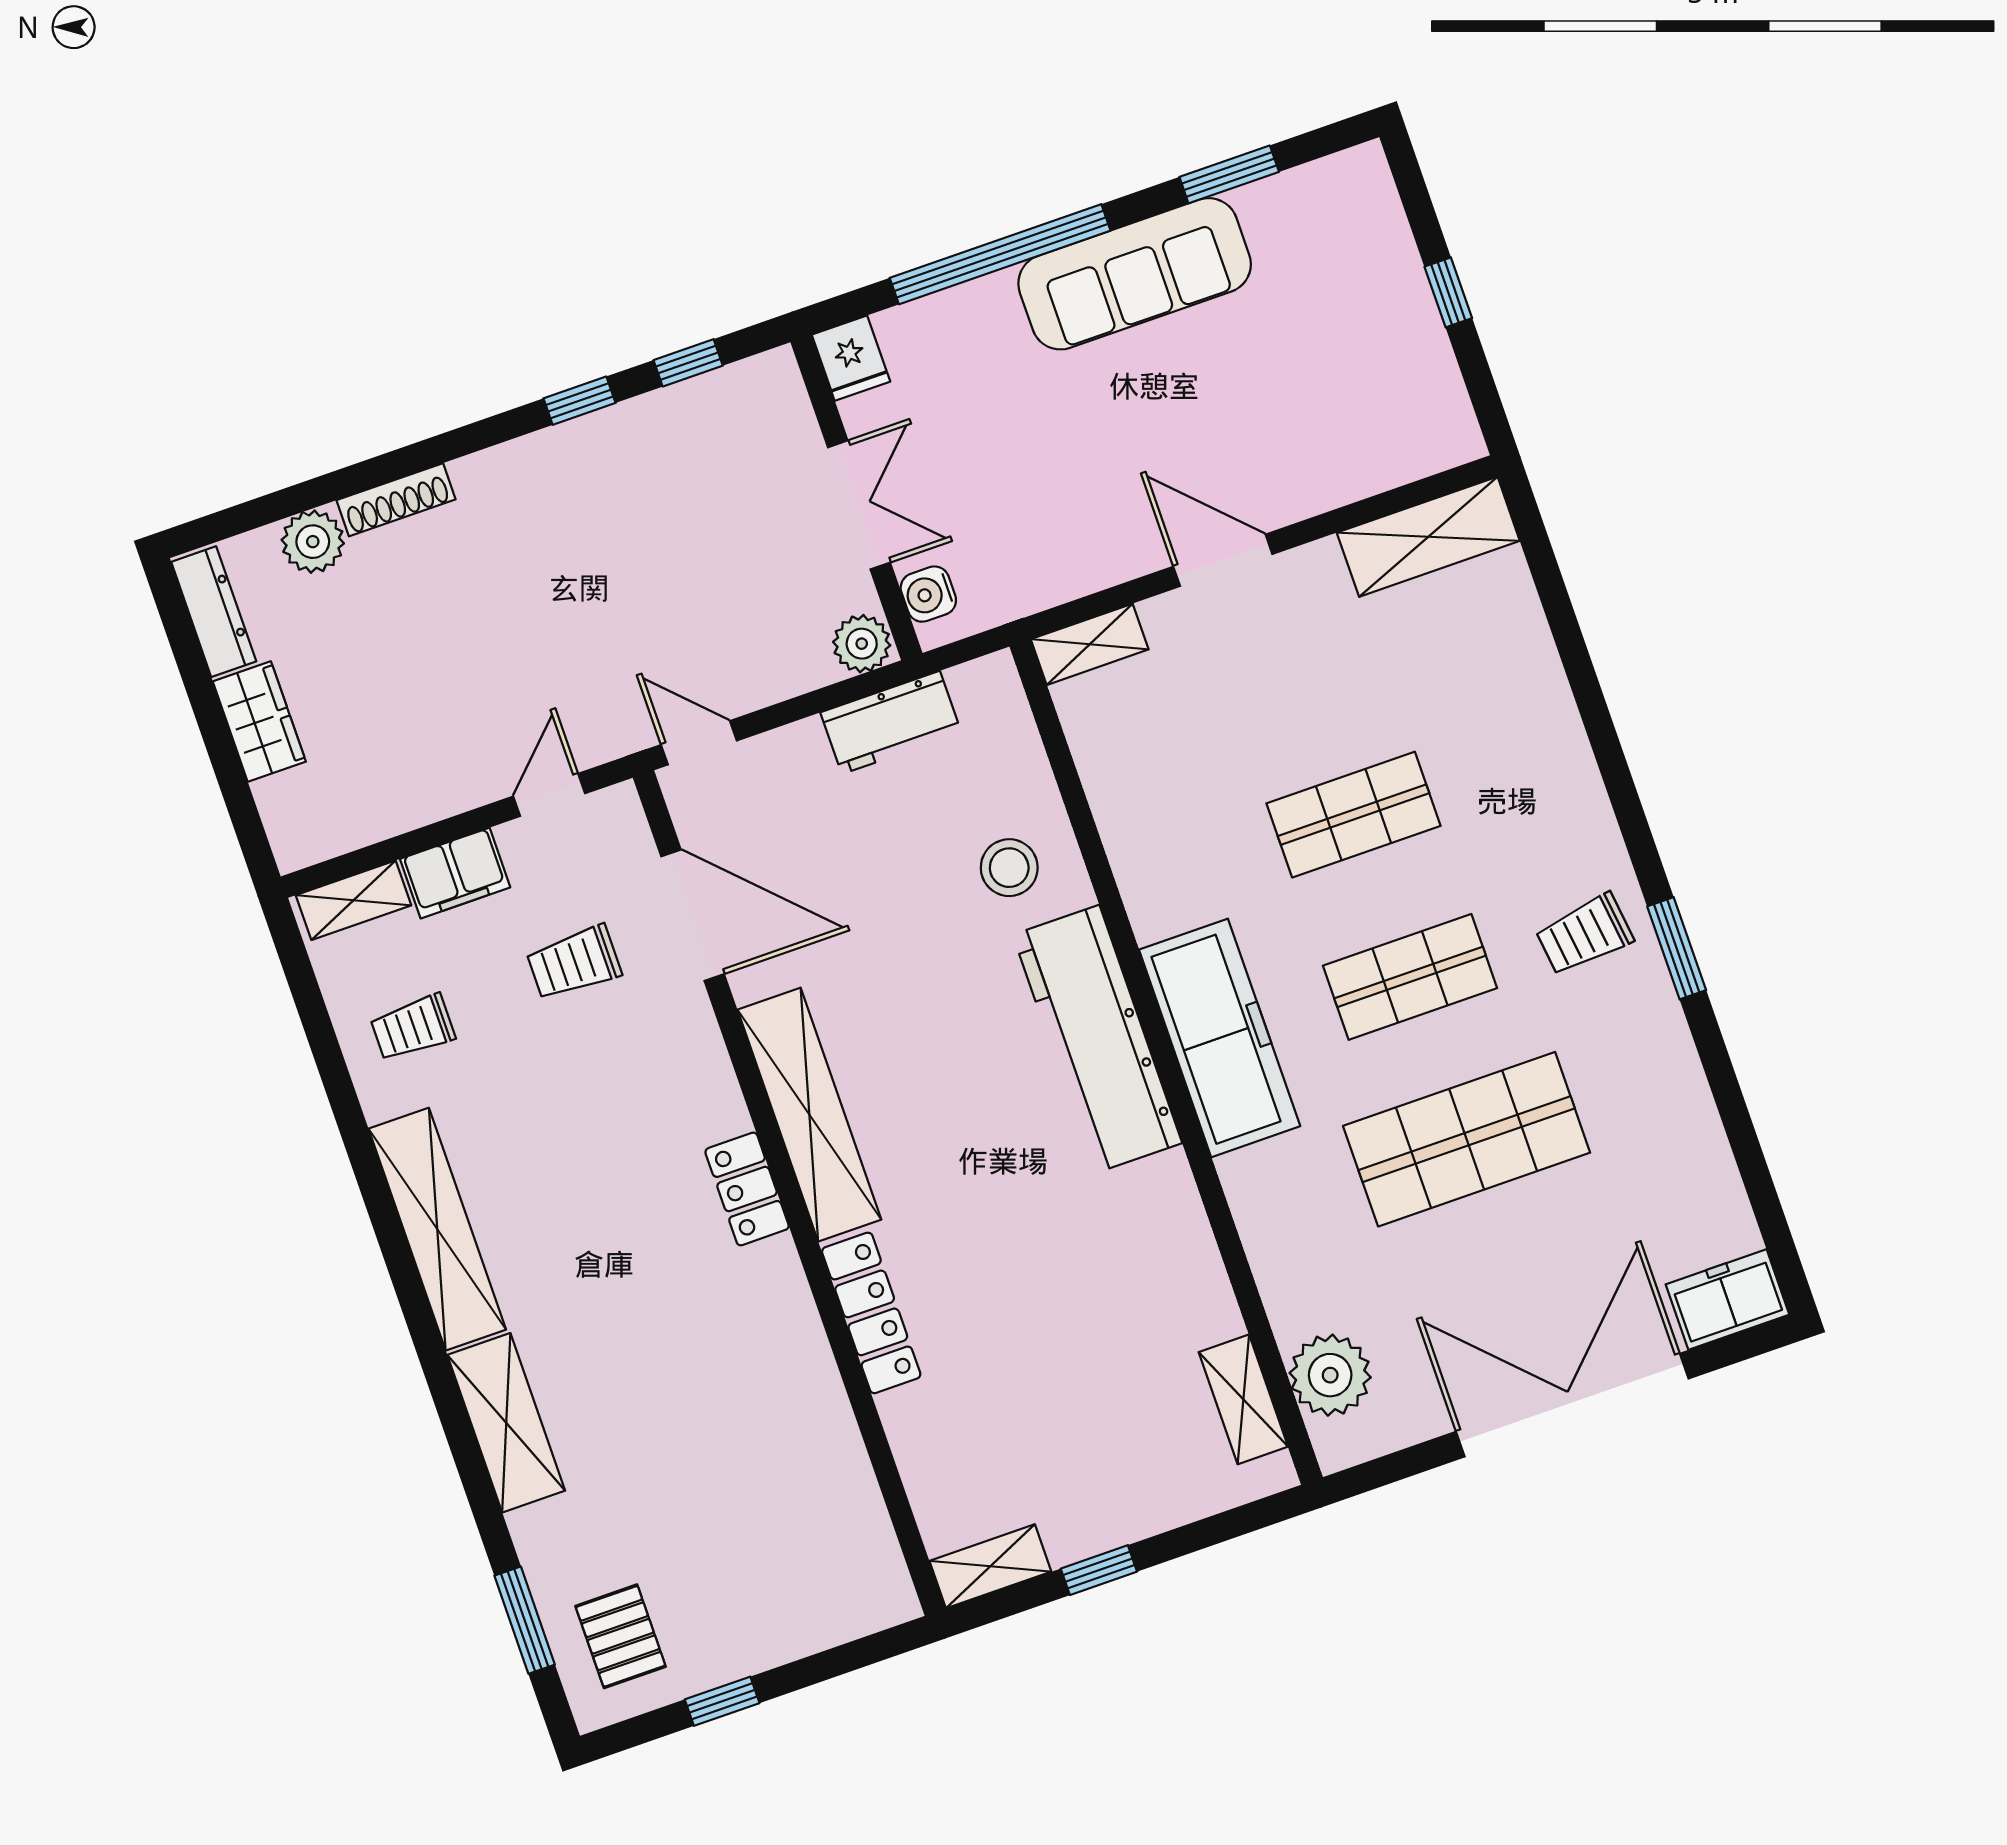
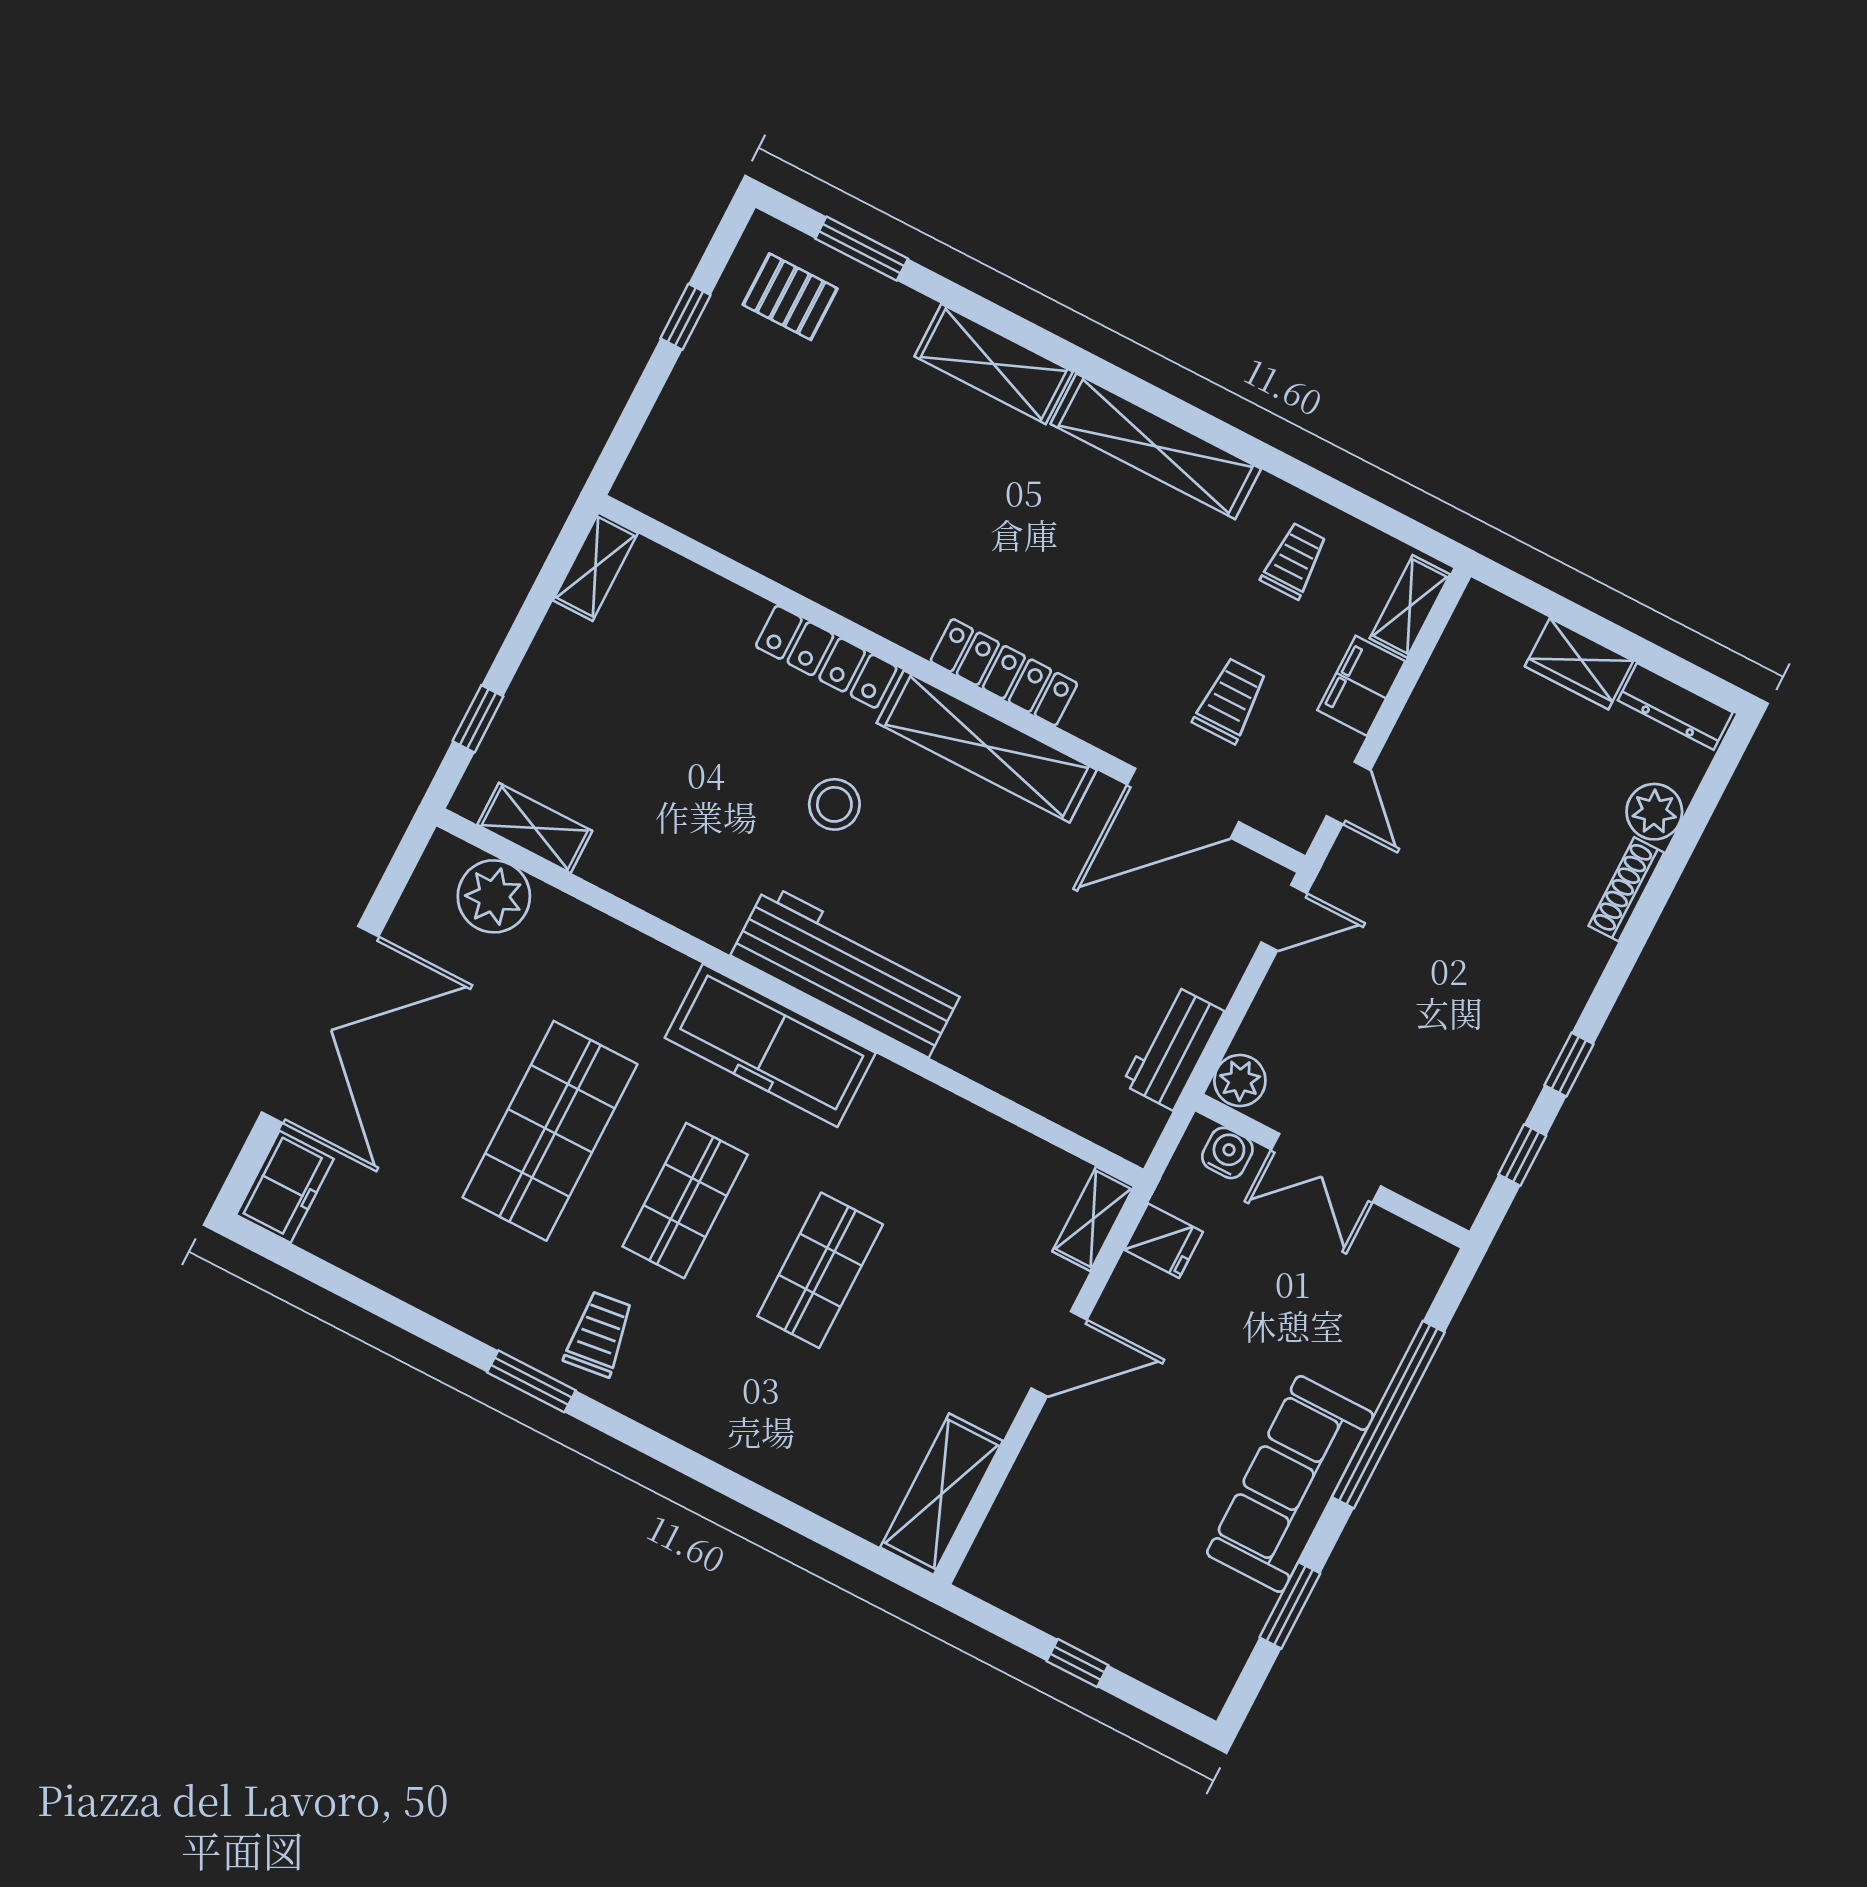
fridge: (851, 358) -> (1163, 1241), moved, turned 180
stool: (1009, 868) -> (834, 804), moved
locker: (747, 1189) -> (1004, 672), width x1.53
window: (1099, 1570) -> (478, 719), moved

